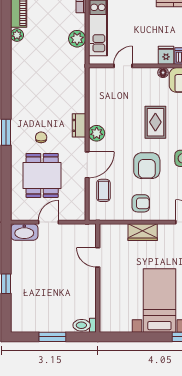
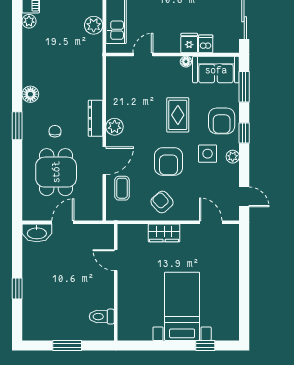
floor lamp: (18, 103) -> (30, 94), added
dresser: (79, 125) -> (96, 118), width x1.44
armchair: (141, 203) -> (162, 202), turned -132
toilet: (85, 325) -> (102, 317), moved

